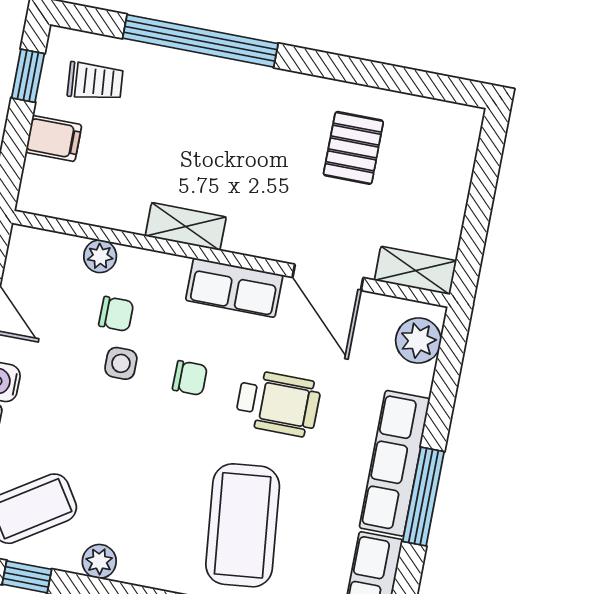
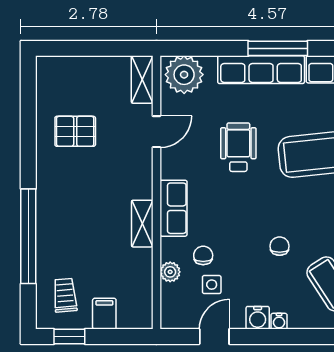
door: (328, 277) -> (156, 132), width x0.73
row of seats: (234, 288) -> (174, 208), moved
plant: (418, 341) -> (184, 75), width x1.36, depth x1.36
side table: (121, 363) -> (212, 285), moved
chair: (190, 378) -> (280, 246), moved

